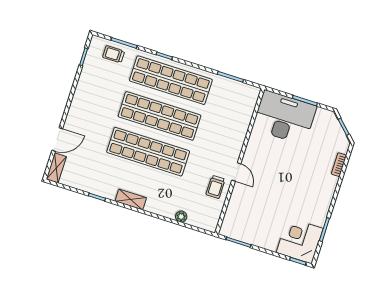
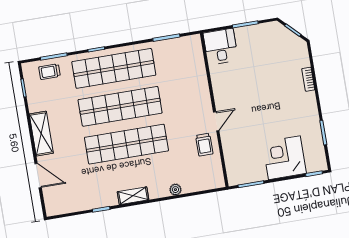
desk: (284, 117) -> (221, 47), width x0.53, depth x0.77
door: (57, 140) -> (38, 176), hinge flipped
bookcase: (339, 165) -> (308, 79), moved
shelving: (56, 168) -> (41, 134), moved, width x1.50, depth x1.33
door: (236, 172) -> (216, 121), hinge flipped
plant: (181, 217) -> (175, 190), moved
corner desk: (300, 241) -> (284, 158), moved

